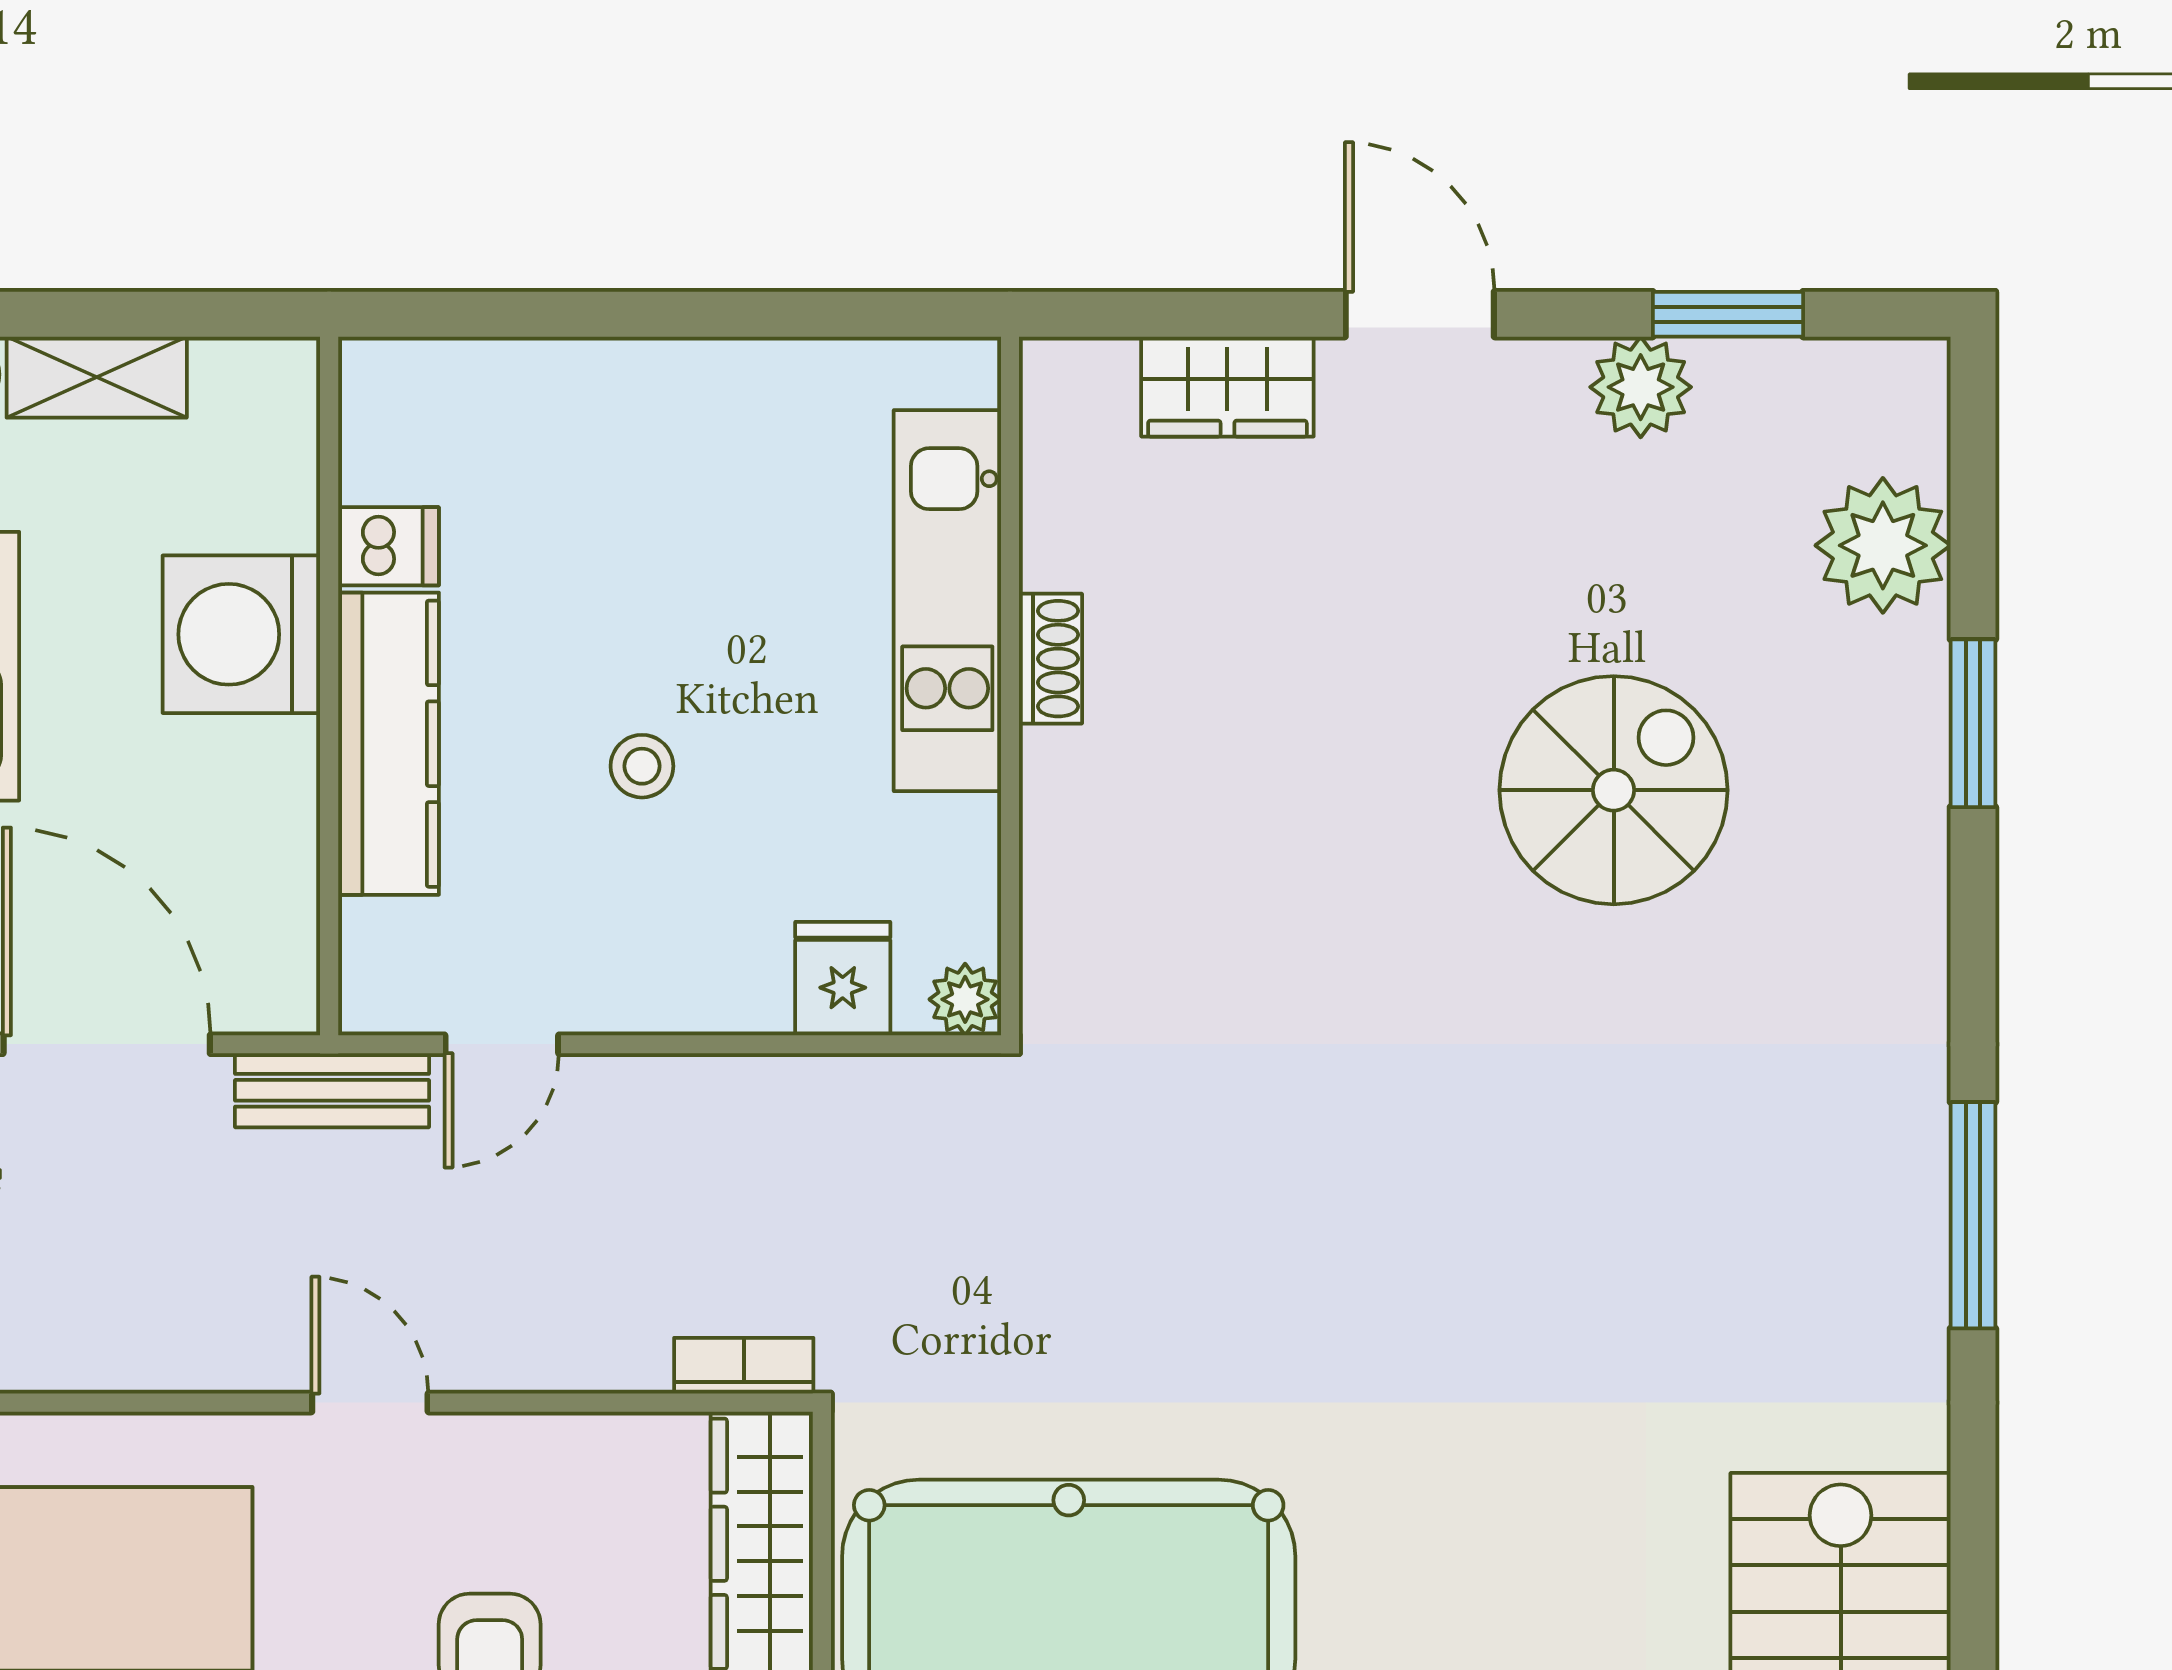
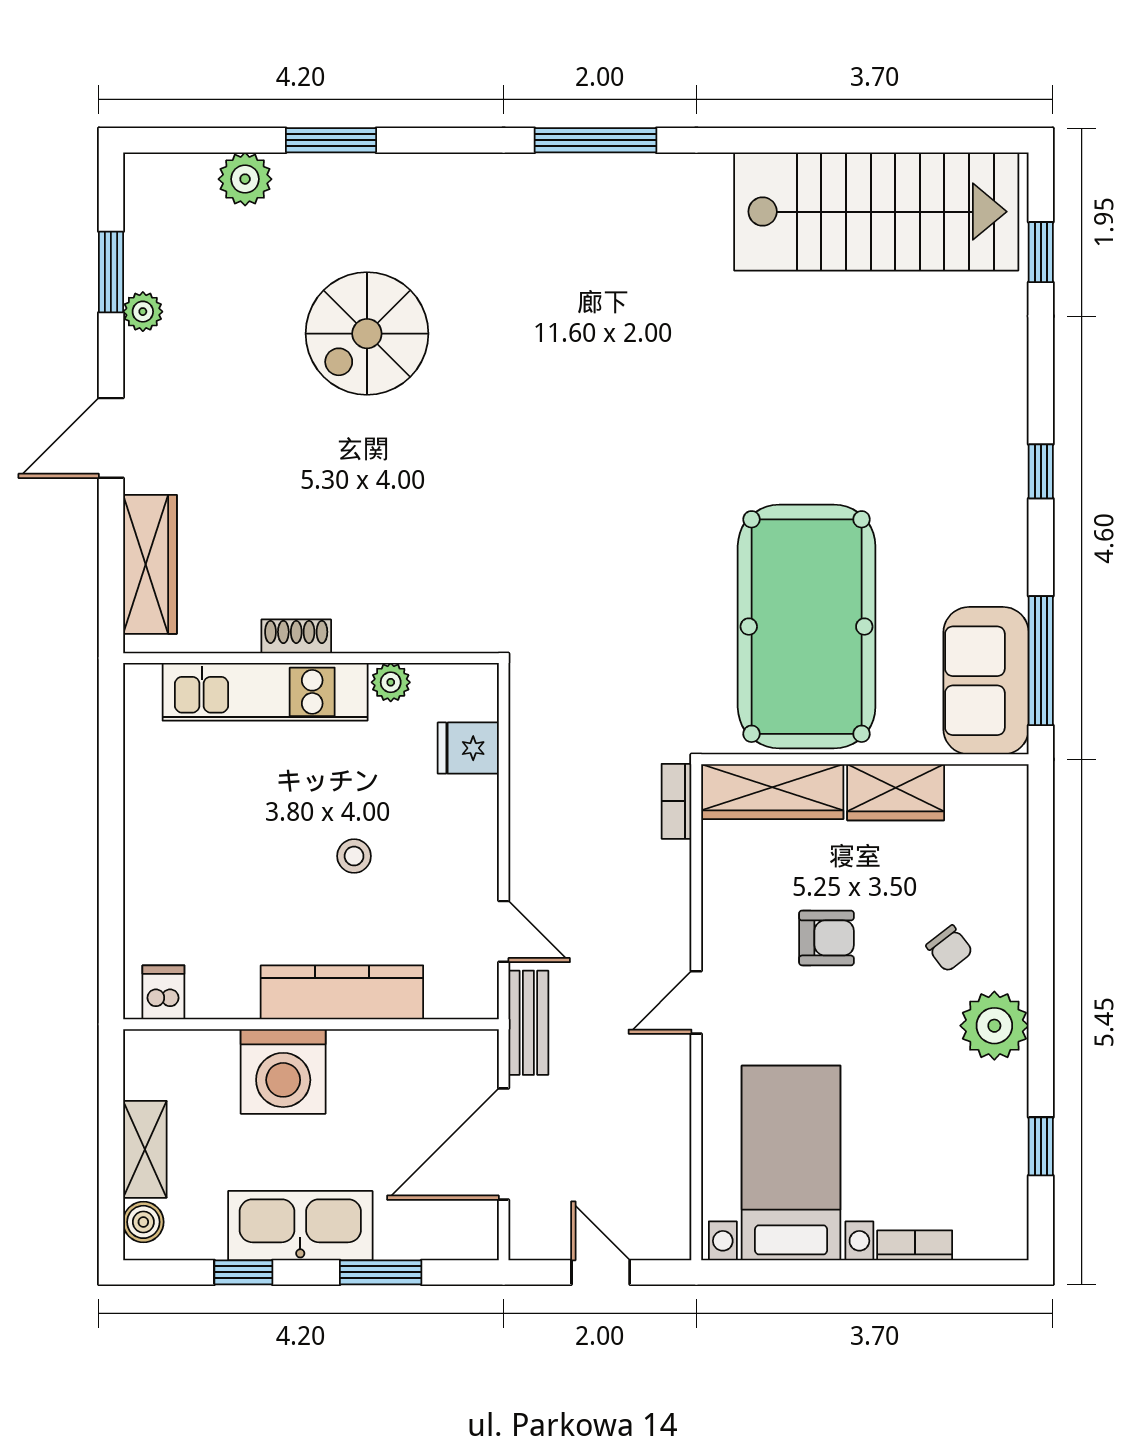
wardrobe: (1227, 387) -> (150, 564), width x1.50
plant: (1641, 387) -> (143, 312), width x0.73, depth x0.73
plant: (1883, 545) -> (245, 179), width x0.73, depth x0.73
dishwasher: (389, 546) -> (163, 992), moved
spiral stairs: (1614, 790) -> (367, 334), turned -90
plant: (965, 999) -> (391, 682), moved

